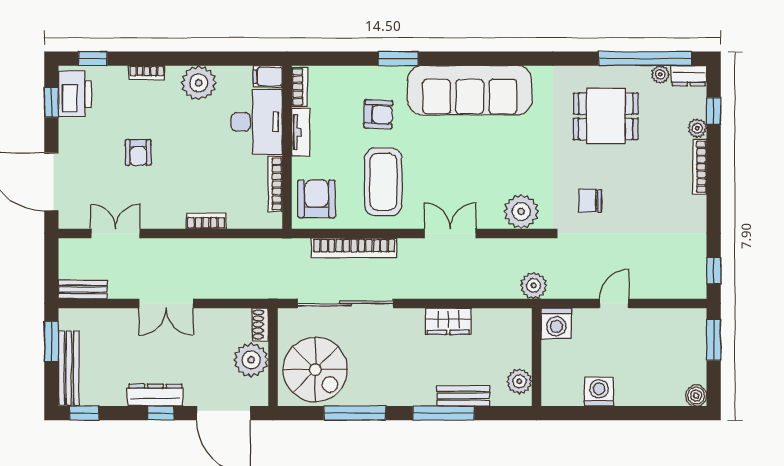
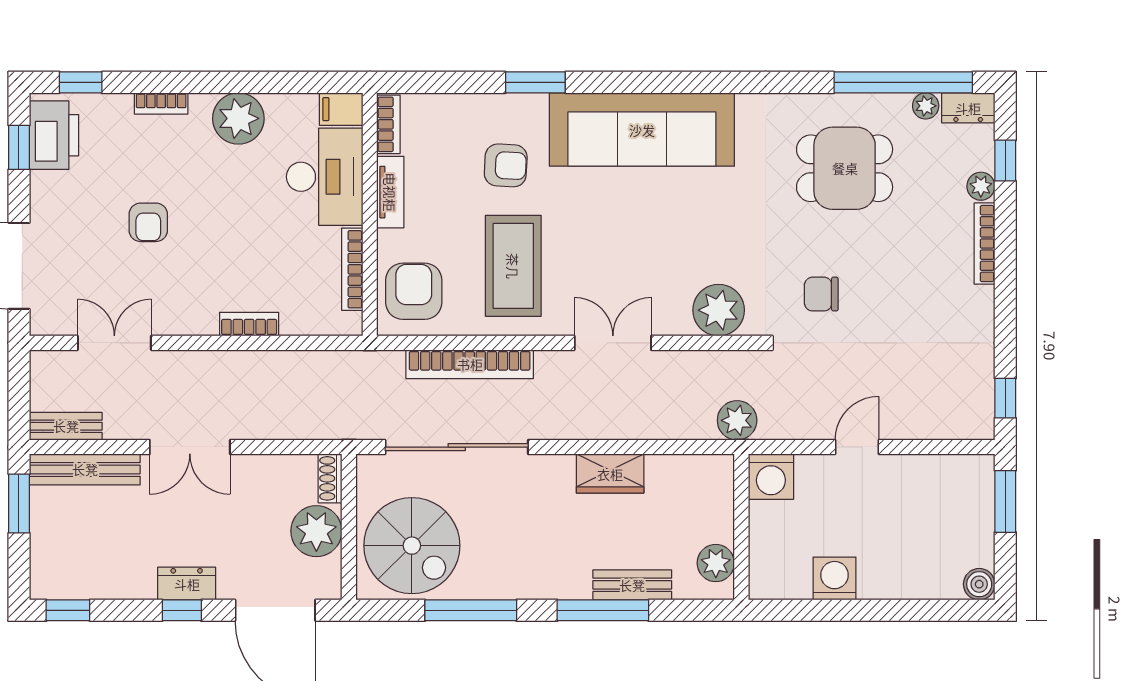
bench: (69, 368) -> (85, 469), moved, turned 90
dresser: (155, 395) -> (187, 584), width x0.70

